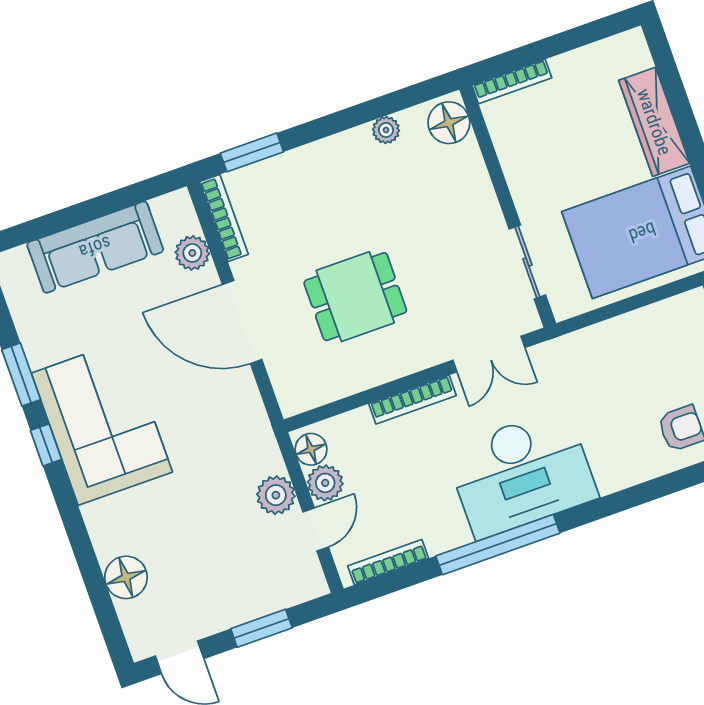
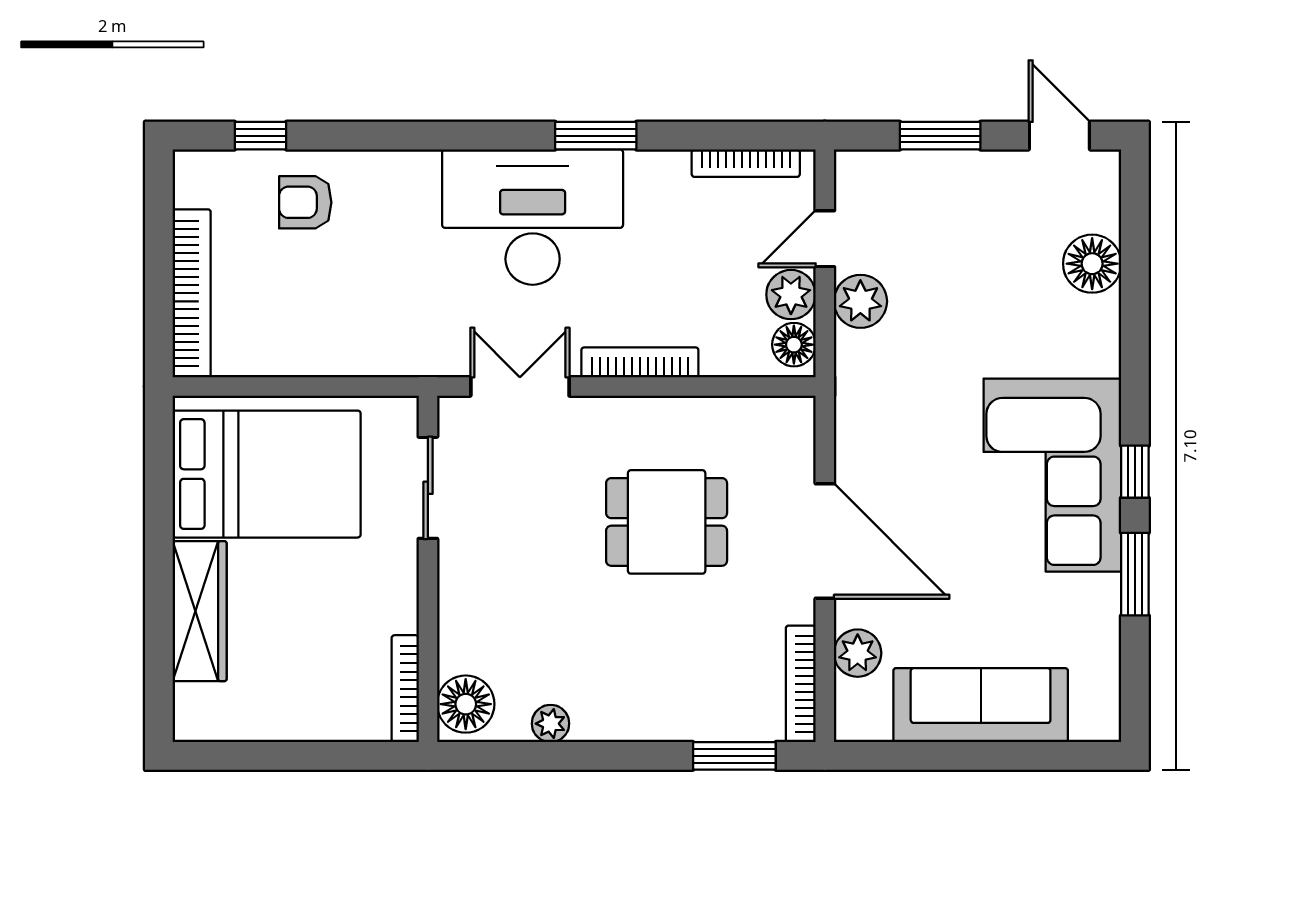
bookcase: (512, 82) -> (405, 689), moved, turned -90
window: (498, 545) -> (596, 136), width x0.47

